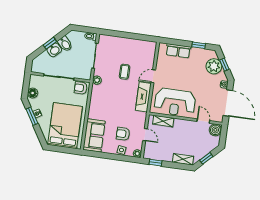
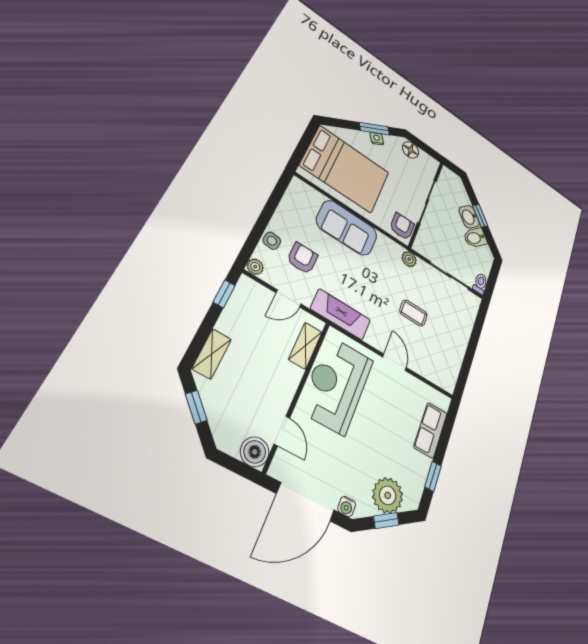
fireplace: (143, 97) -> (341, 314), moved
door: (203, 121) -> (282, 431), hinge flipped
sofa: (94, 135) -> (347, 228), moved

